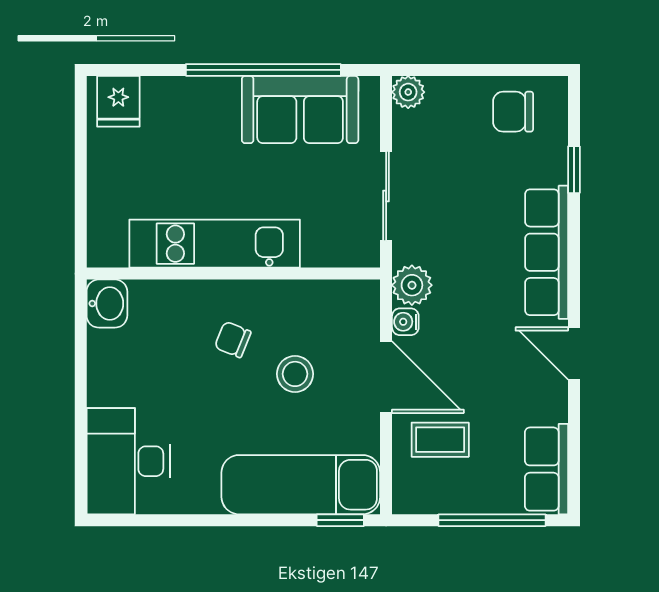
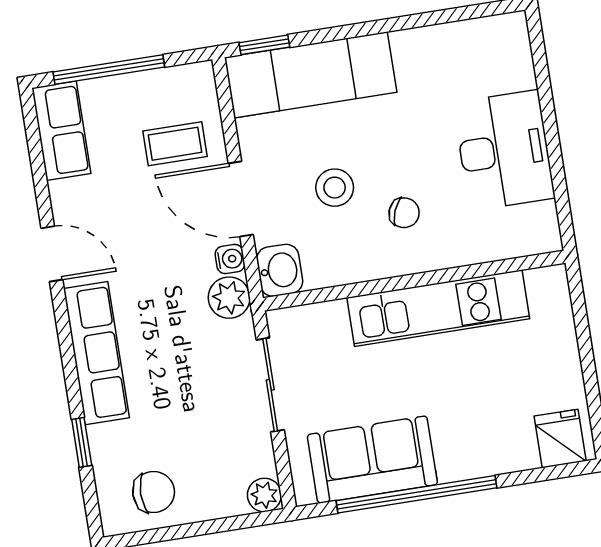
washbasin: (107, 304) -> (280, 270), moved, turned 180
desk: (128, 461) -> (504, 150), moved

